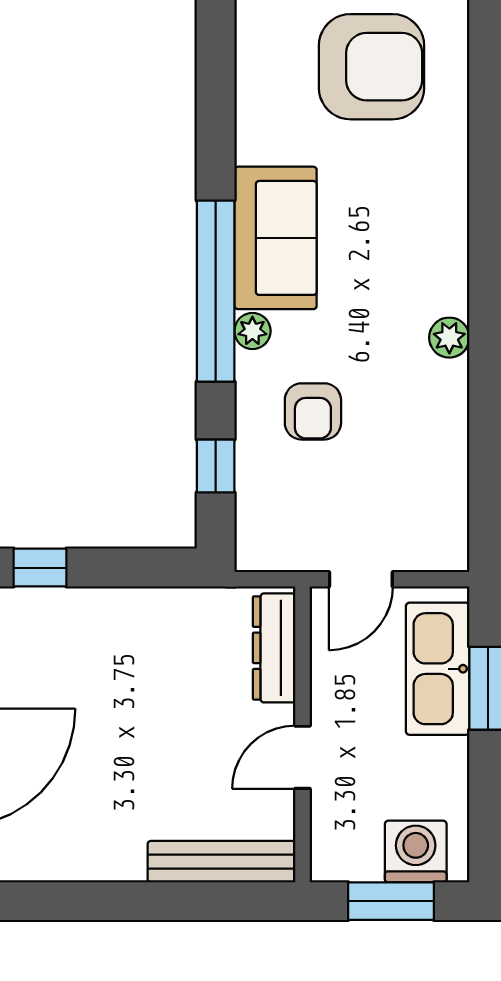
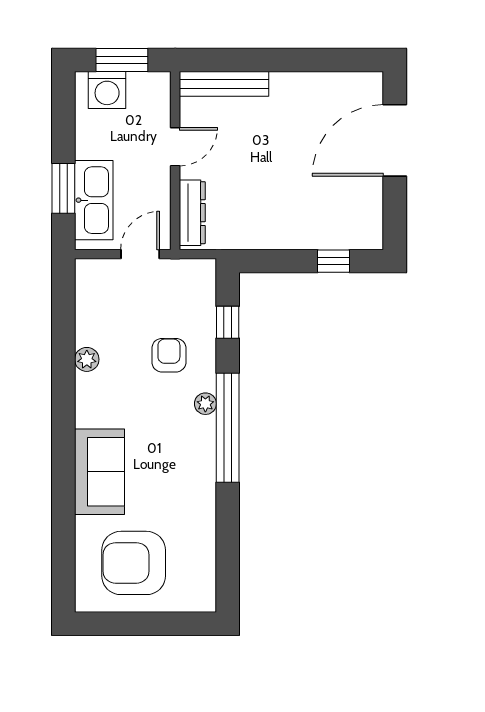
sofa: (276, 238) -> (99, 472), moved, turned 180
plant: (449, 338) -> (87, 359), moved

